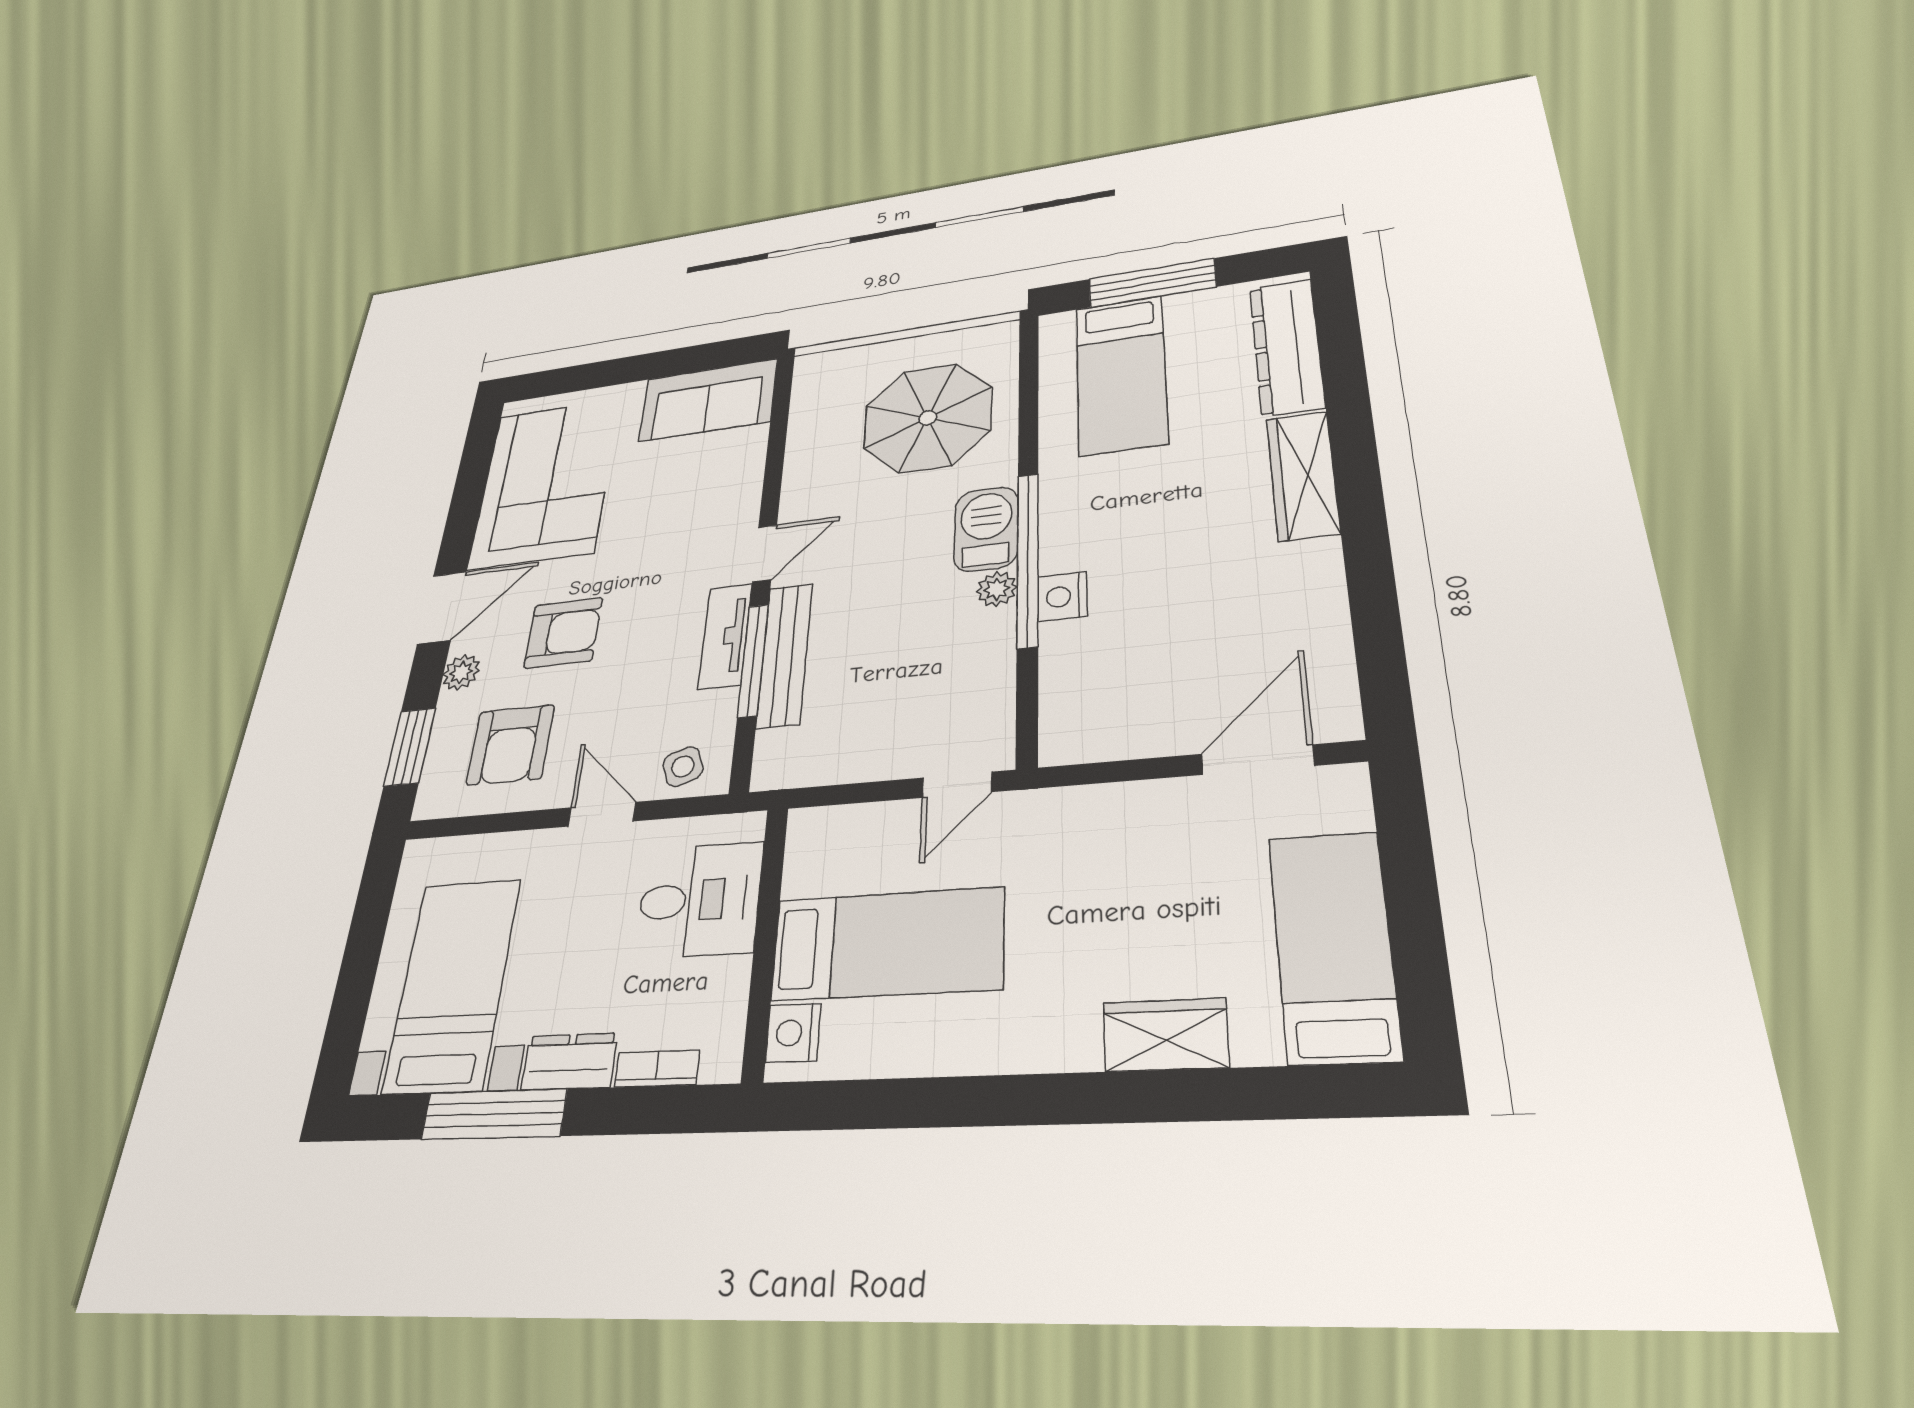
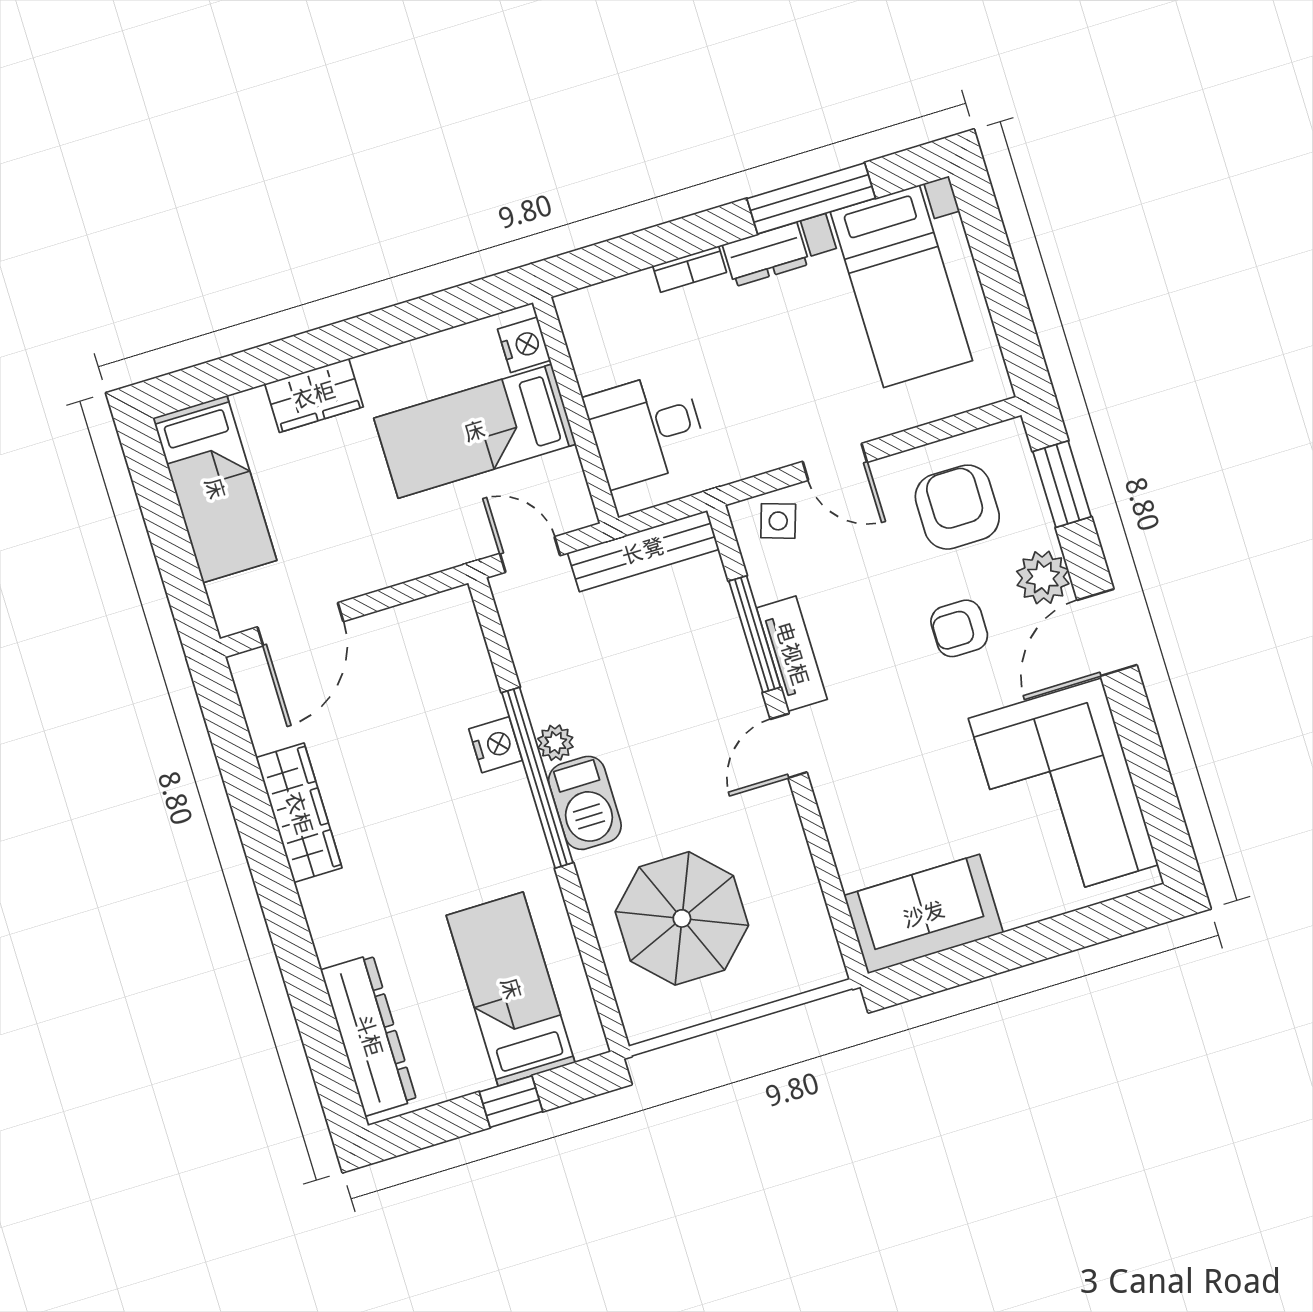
window: (1152, 283) -> (511, 1102), width x0.46
wardrobe: (1303, 475) -> (299, 813), moved
armchair: (563, 633) -> (959, 628), width x0.72, depth x0.72
bench: (785, 655) -> (643, 551), moved, turned 90
plant: (461, 672) -> (1043, 578), width x1.38, depth x1.38
side table: (683, 766) -> (778, 521), turned 37
door: (957, 785) -> (530, 555), hinge flipped
desk: (699, 900) -> (646, 429), moved
wall: (765, 940) -> (576, 410), moved
bed: (887, 944) -> (475, 431), moved
nightstand: (793, 1033) -> (524, 345), moved

